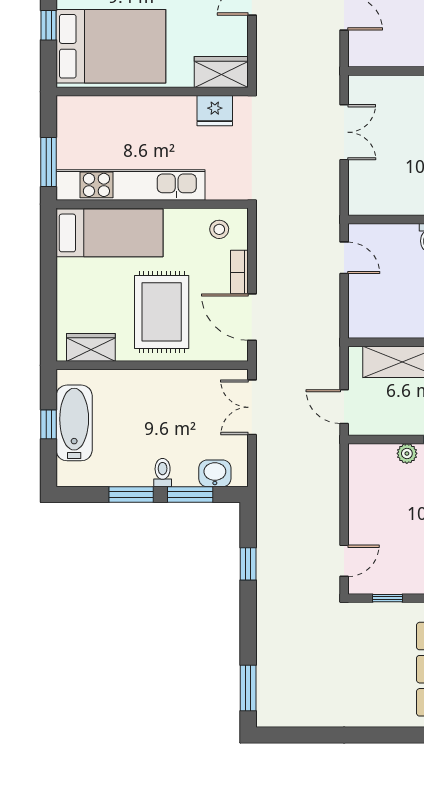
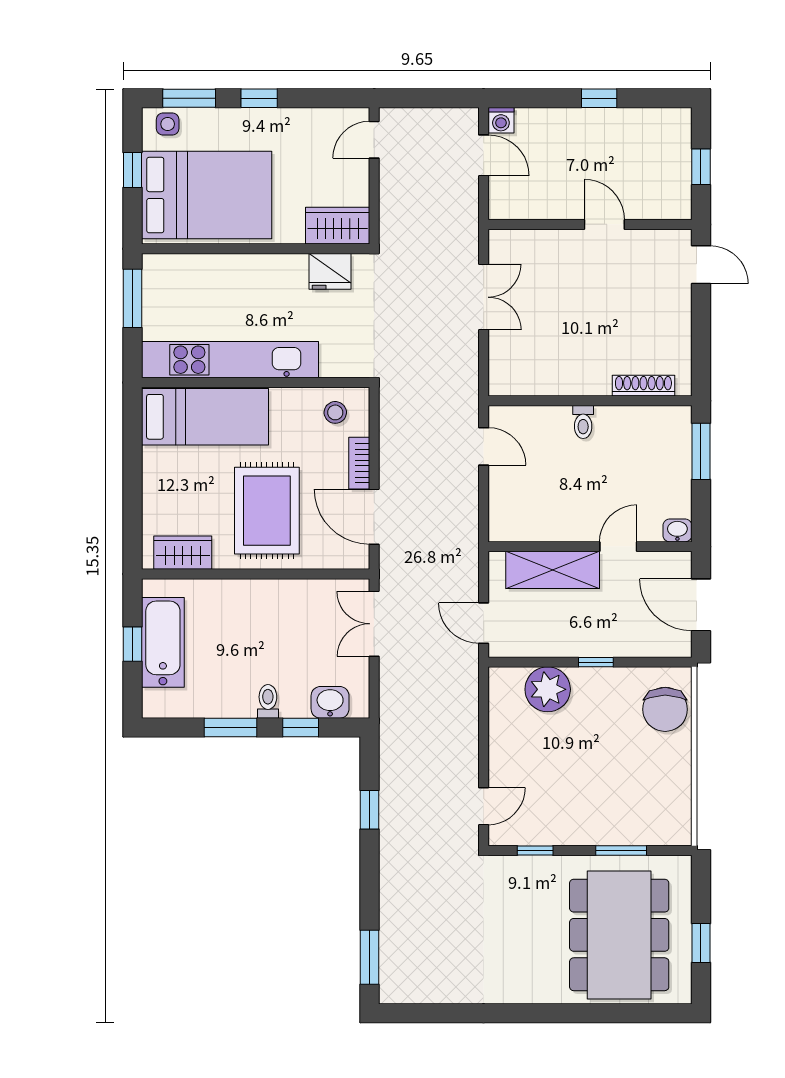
window: (49, 162) -> (133, 298), moved
plant: (407, 453) -> (548, 689), width x1.88, depth x1.88
window: (190, 495) -> (301, 727), width x0.67

